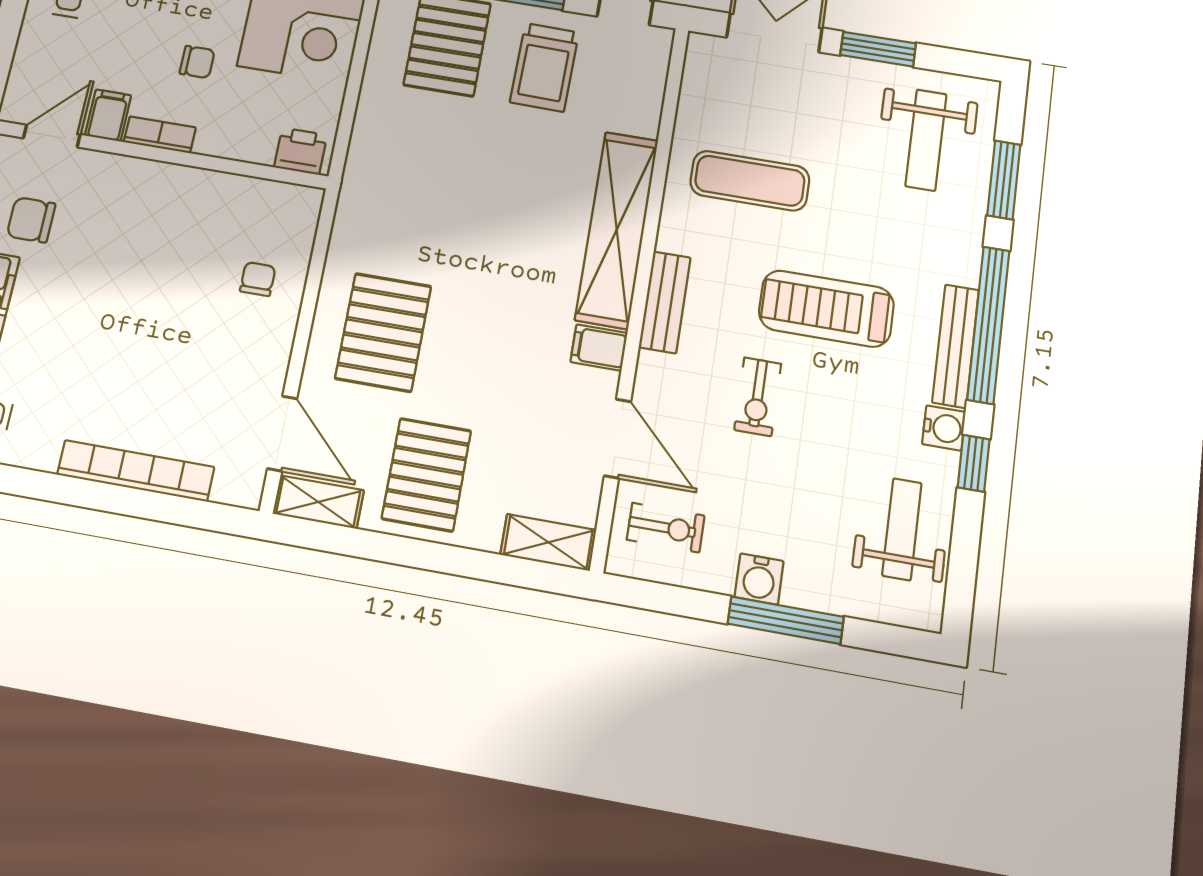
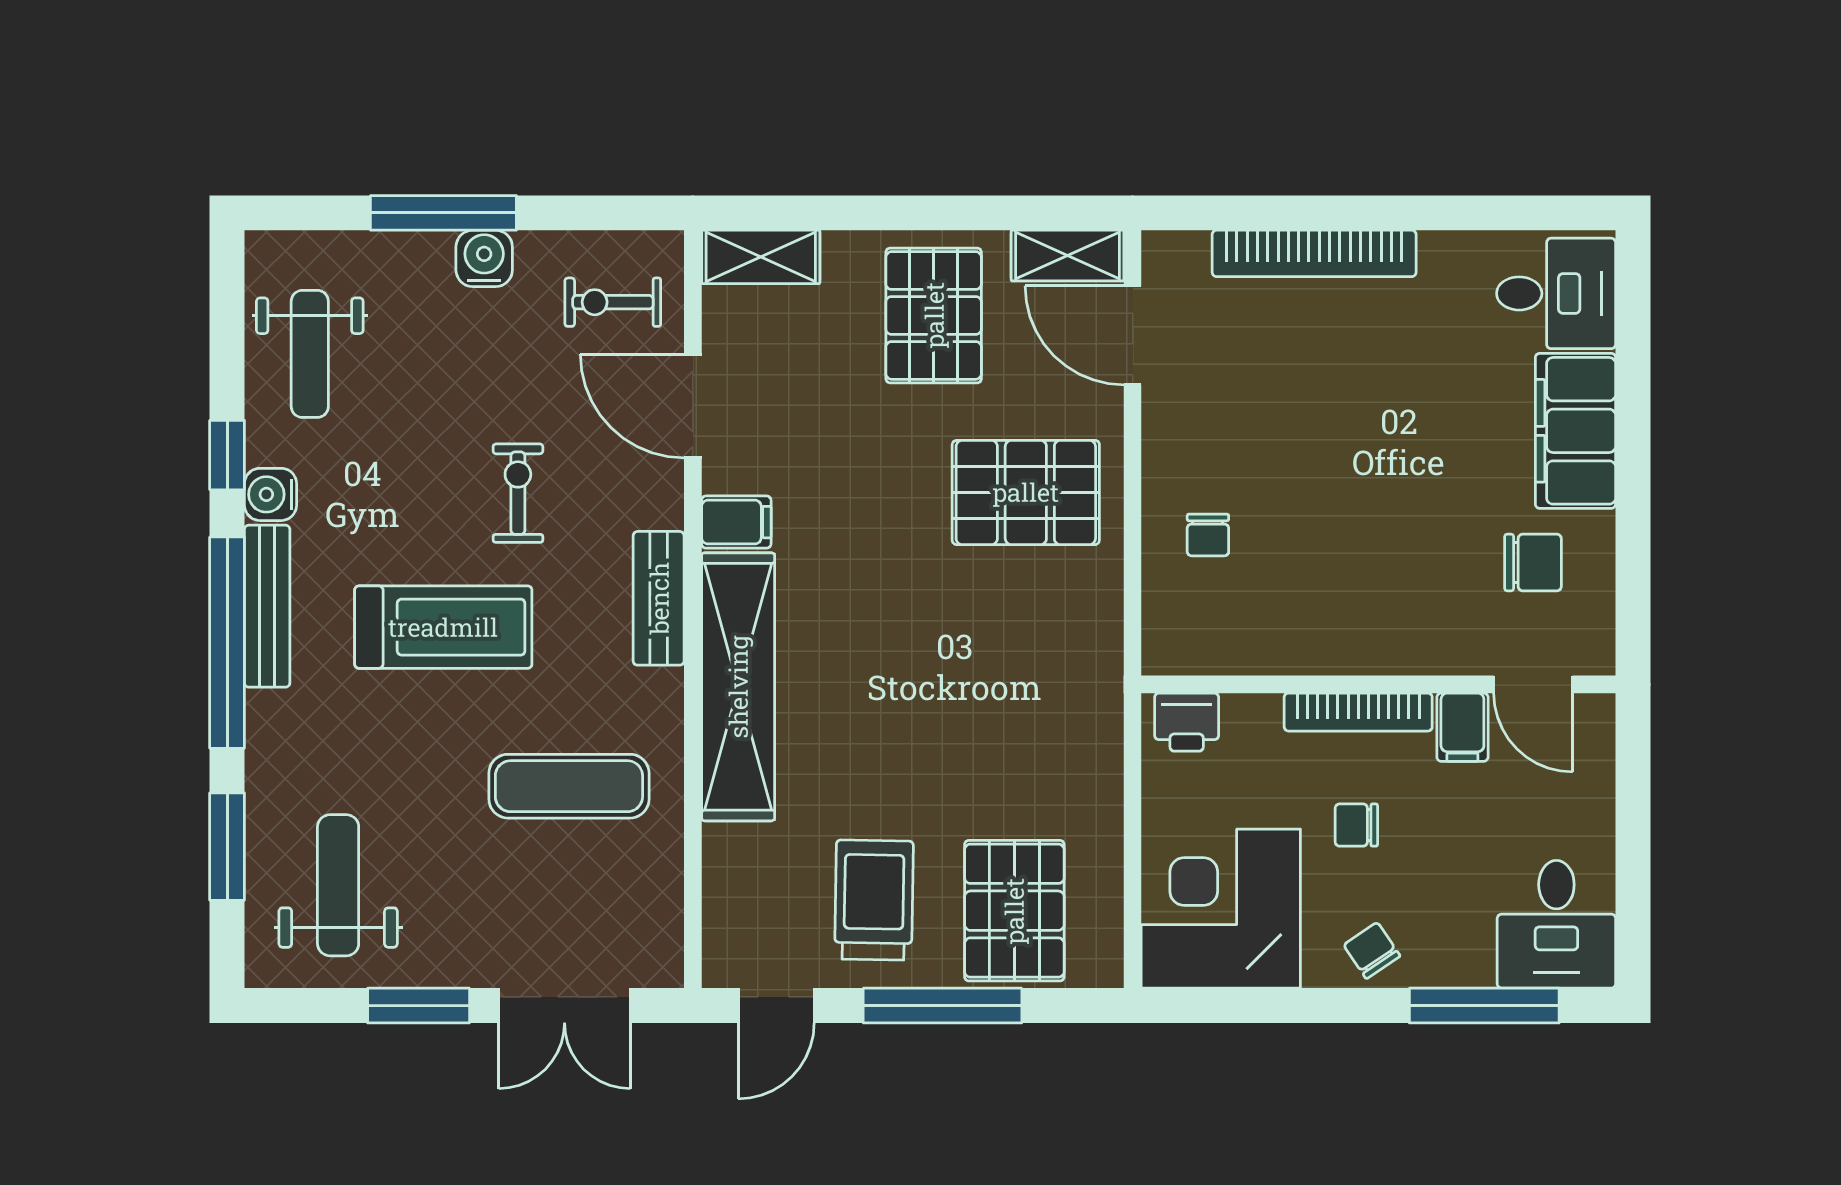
bookcase: (160, 135) -> (1358, 712), width x1.56
door: (52, 136) -> (1533, 684), hinge flipped
pallet: (383, 332) -> (1026, 492), turned 90

